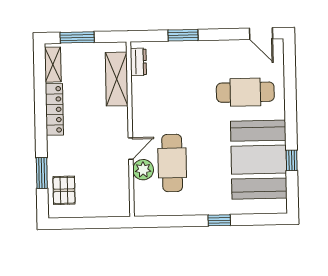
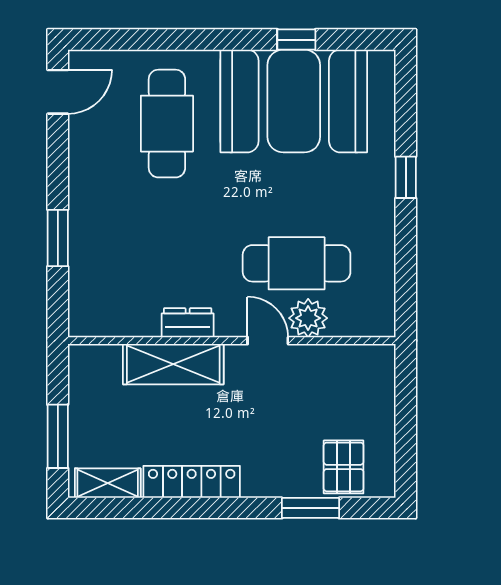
dresser: (138, 62) -> (188, 323), moved
shelving: (117, 79) -> (173, 364), moved
pallet: (64, 190) -> (344, 467), turned 90

